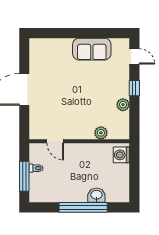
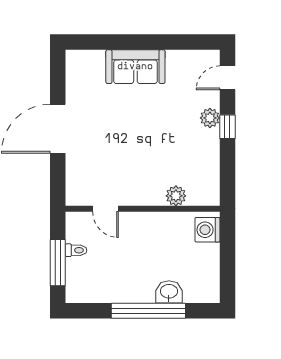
sofa: (92, 49) -> (135, 67), moved
door: (134, 56) -> (227, 78), swing flipped
plant: (123, 105) -> (210, 118), moved

